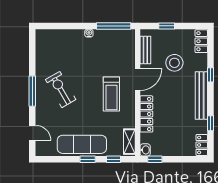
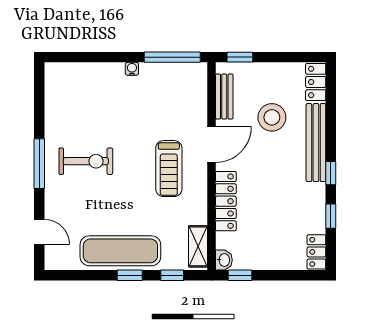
window: (167, 26) -> (240, 57), moved
window: (210, 75) -> (331, 173), moved
exercise bike: (61, 90) -> (86, 161), turned 120
bench: (201, 95) -> (316, 143), moved

